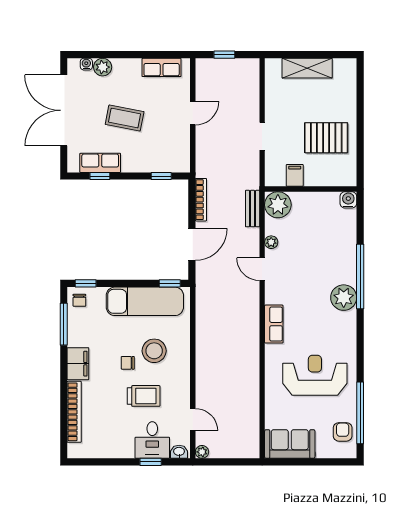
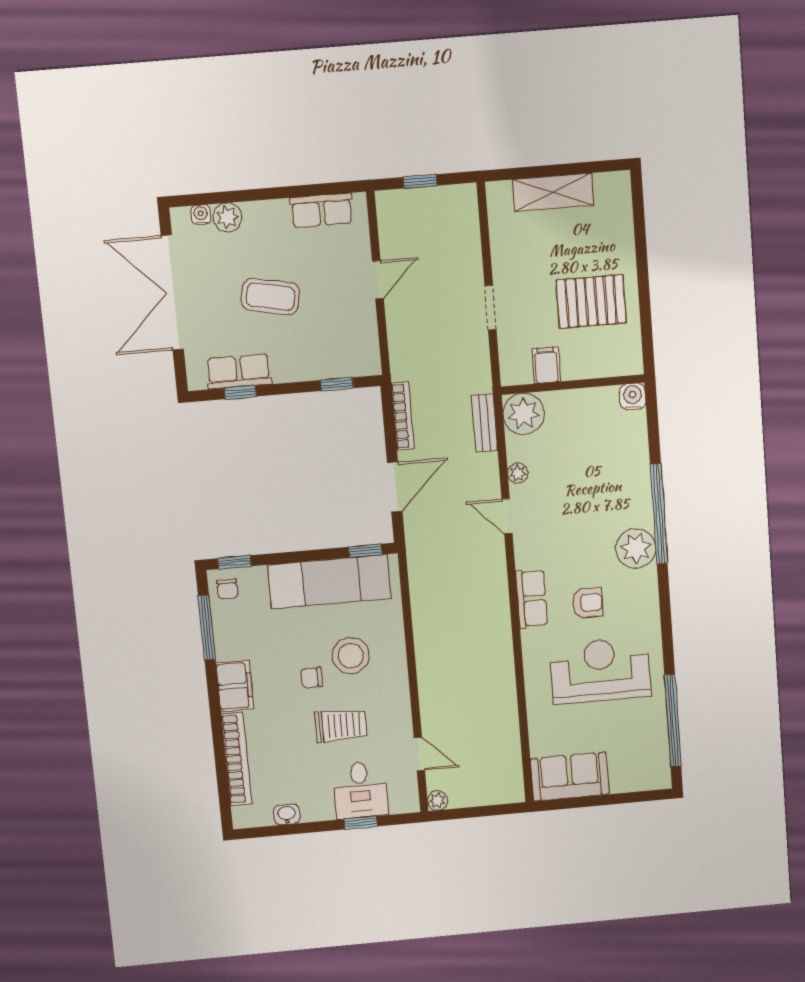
armchair: (343, 432) -> (587, 603), moved, turned 90
washbasin: (179, 452) -> (287, 814), moved

